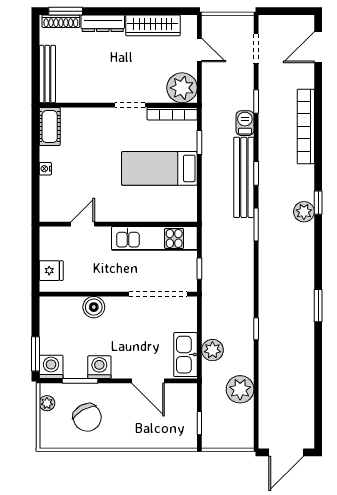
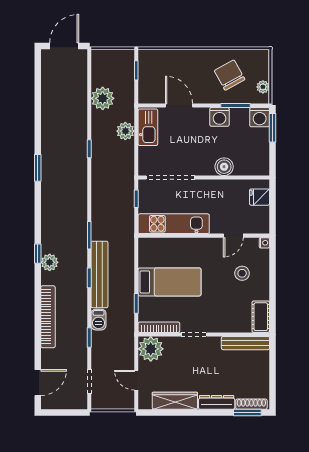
bench: (47, 74) -> (245, 343), moved, turned 90
nightstand: (45, 169) -> (264, 243), moved
stool: (72, 179) -> (242, 273), added
plant: (304, 212) -> (50, 262), moved

